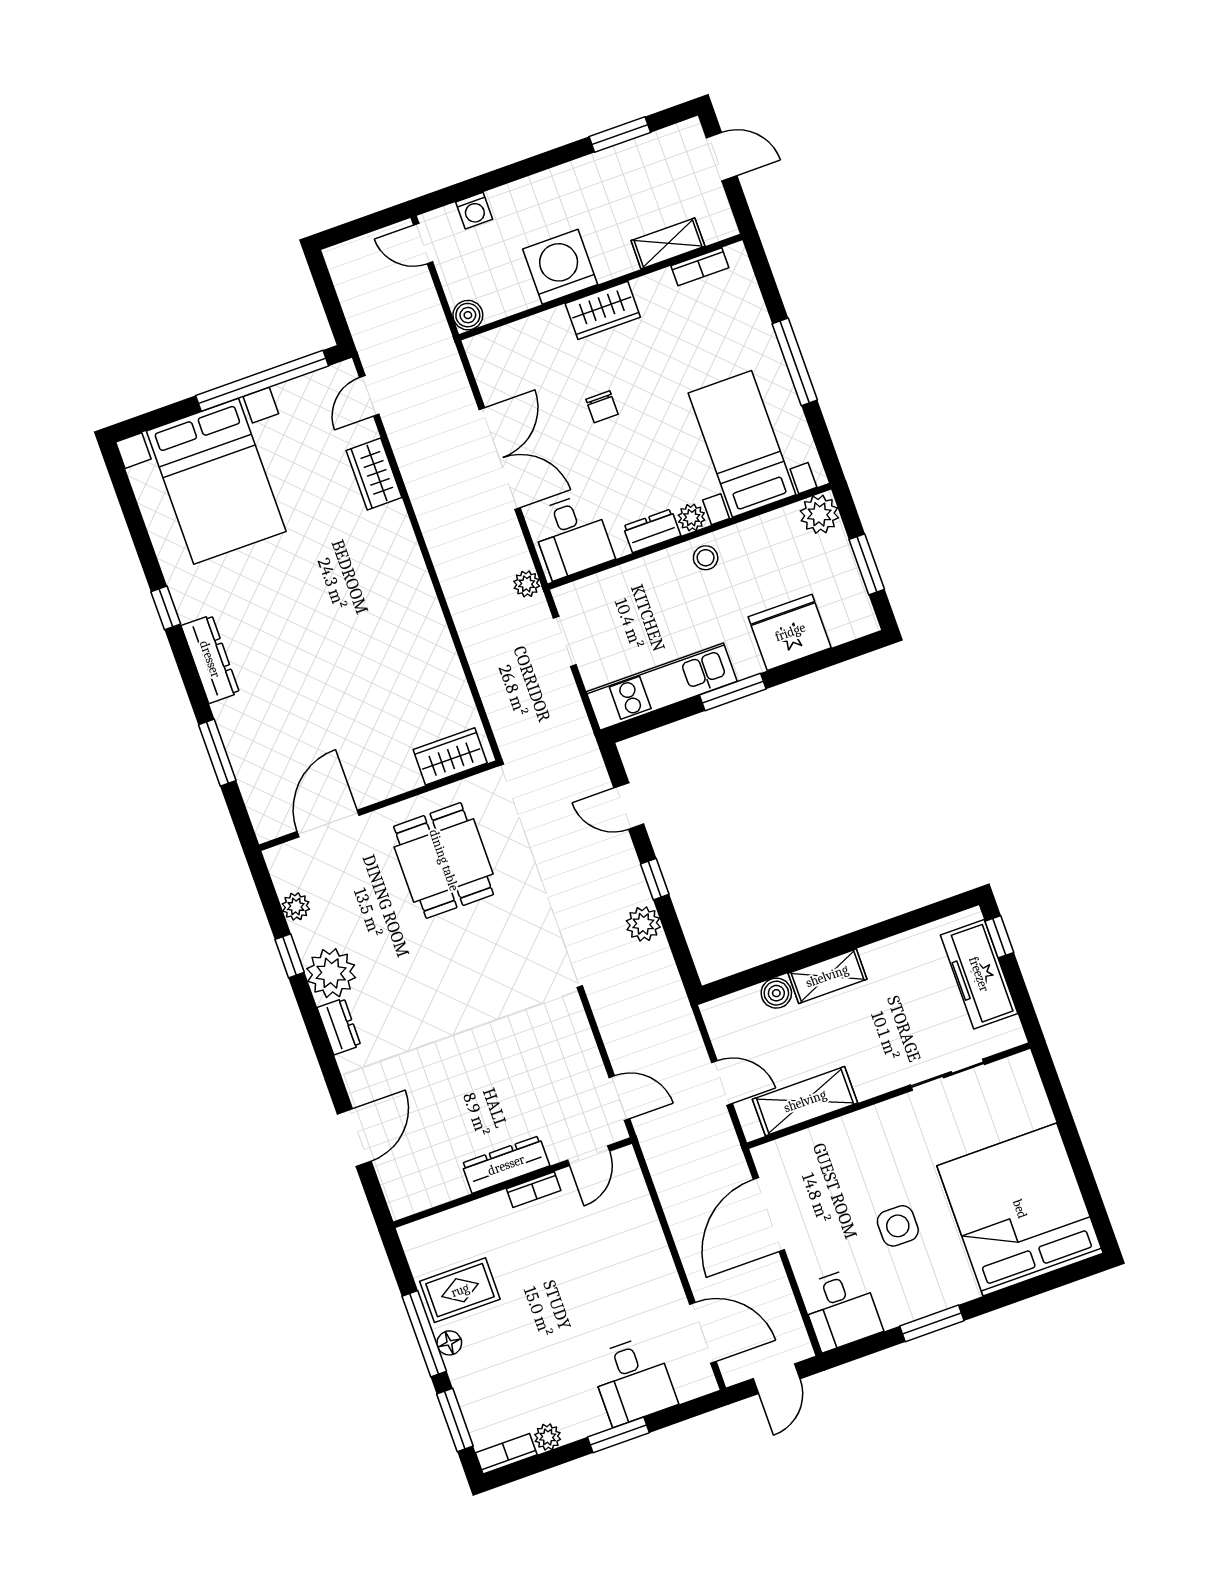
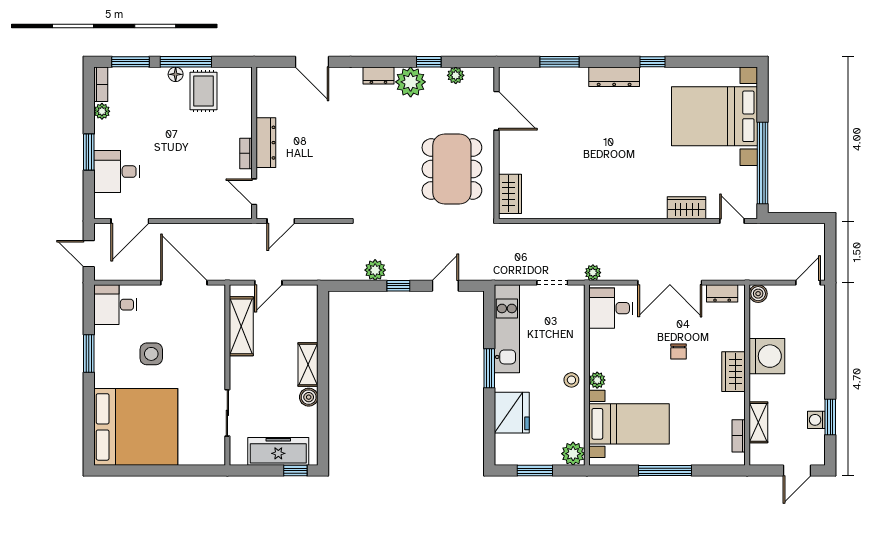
washing machine: (474, 211) -> (816, 420), moved
chair: (602, 407) -> (679, 352), turned -90
dresser: (652, 531) -> (722, 293), moved, turned 90
dining table: (444, 860) -> (452, 169), width x1.38
boiler: (776, 993) -> (309, 397), moved

